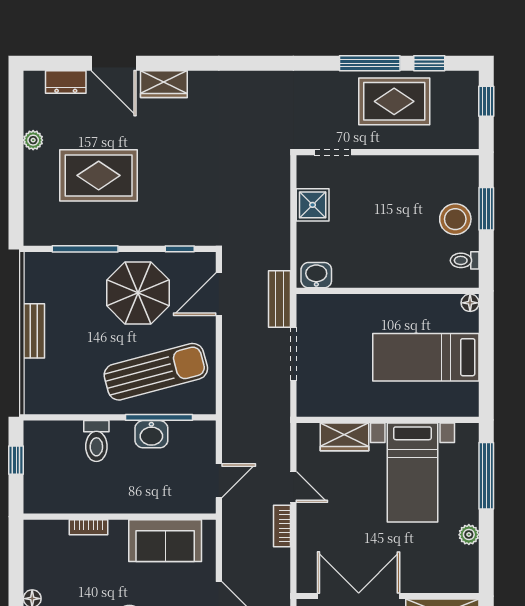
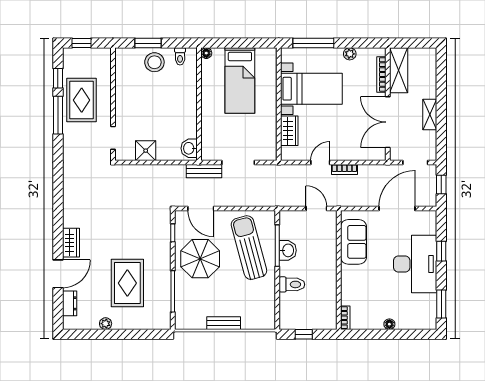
bookcase: (89, 527) -> (345, 318), moved
bookcase: (435, 586) -> (381, 74), added

